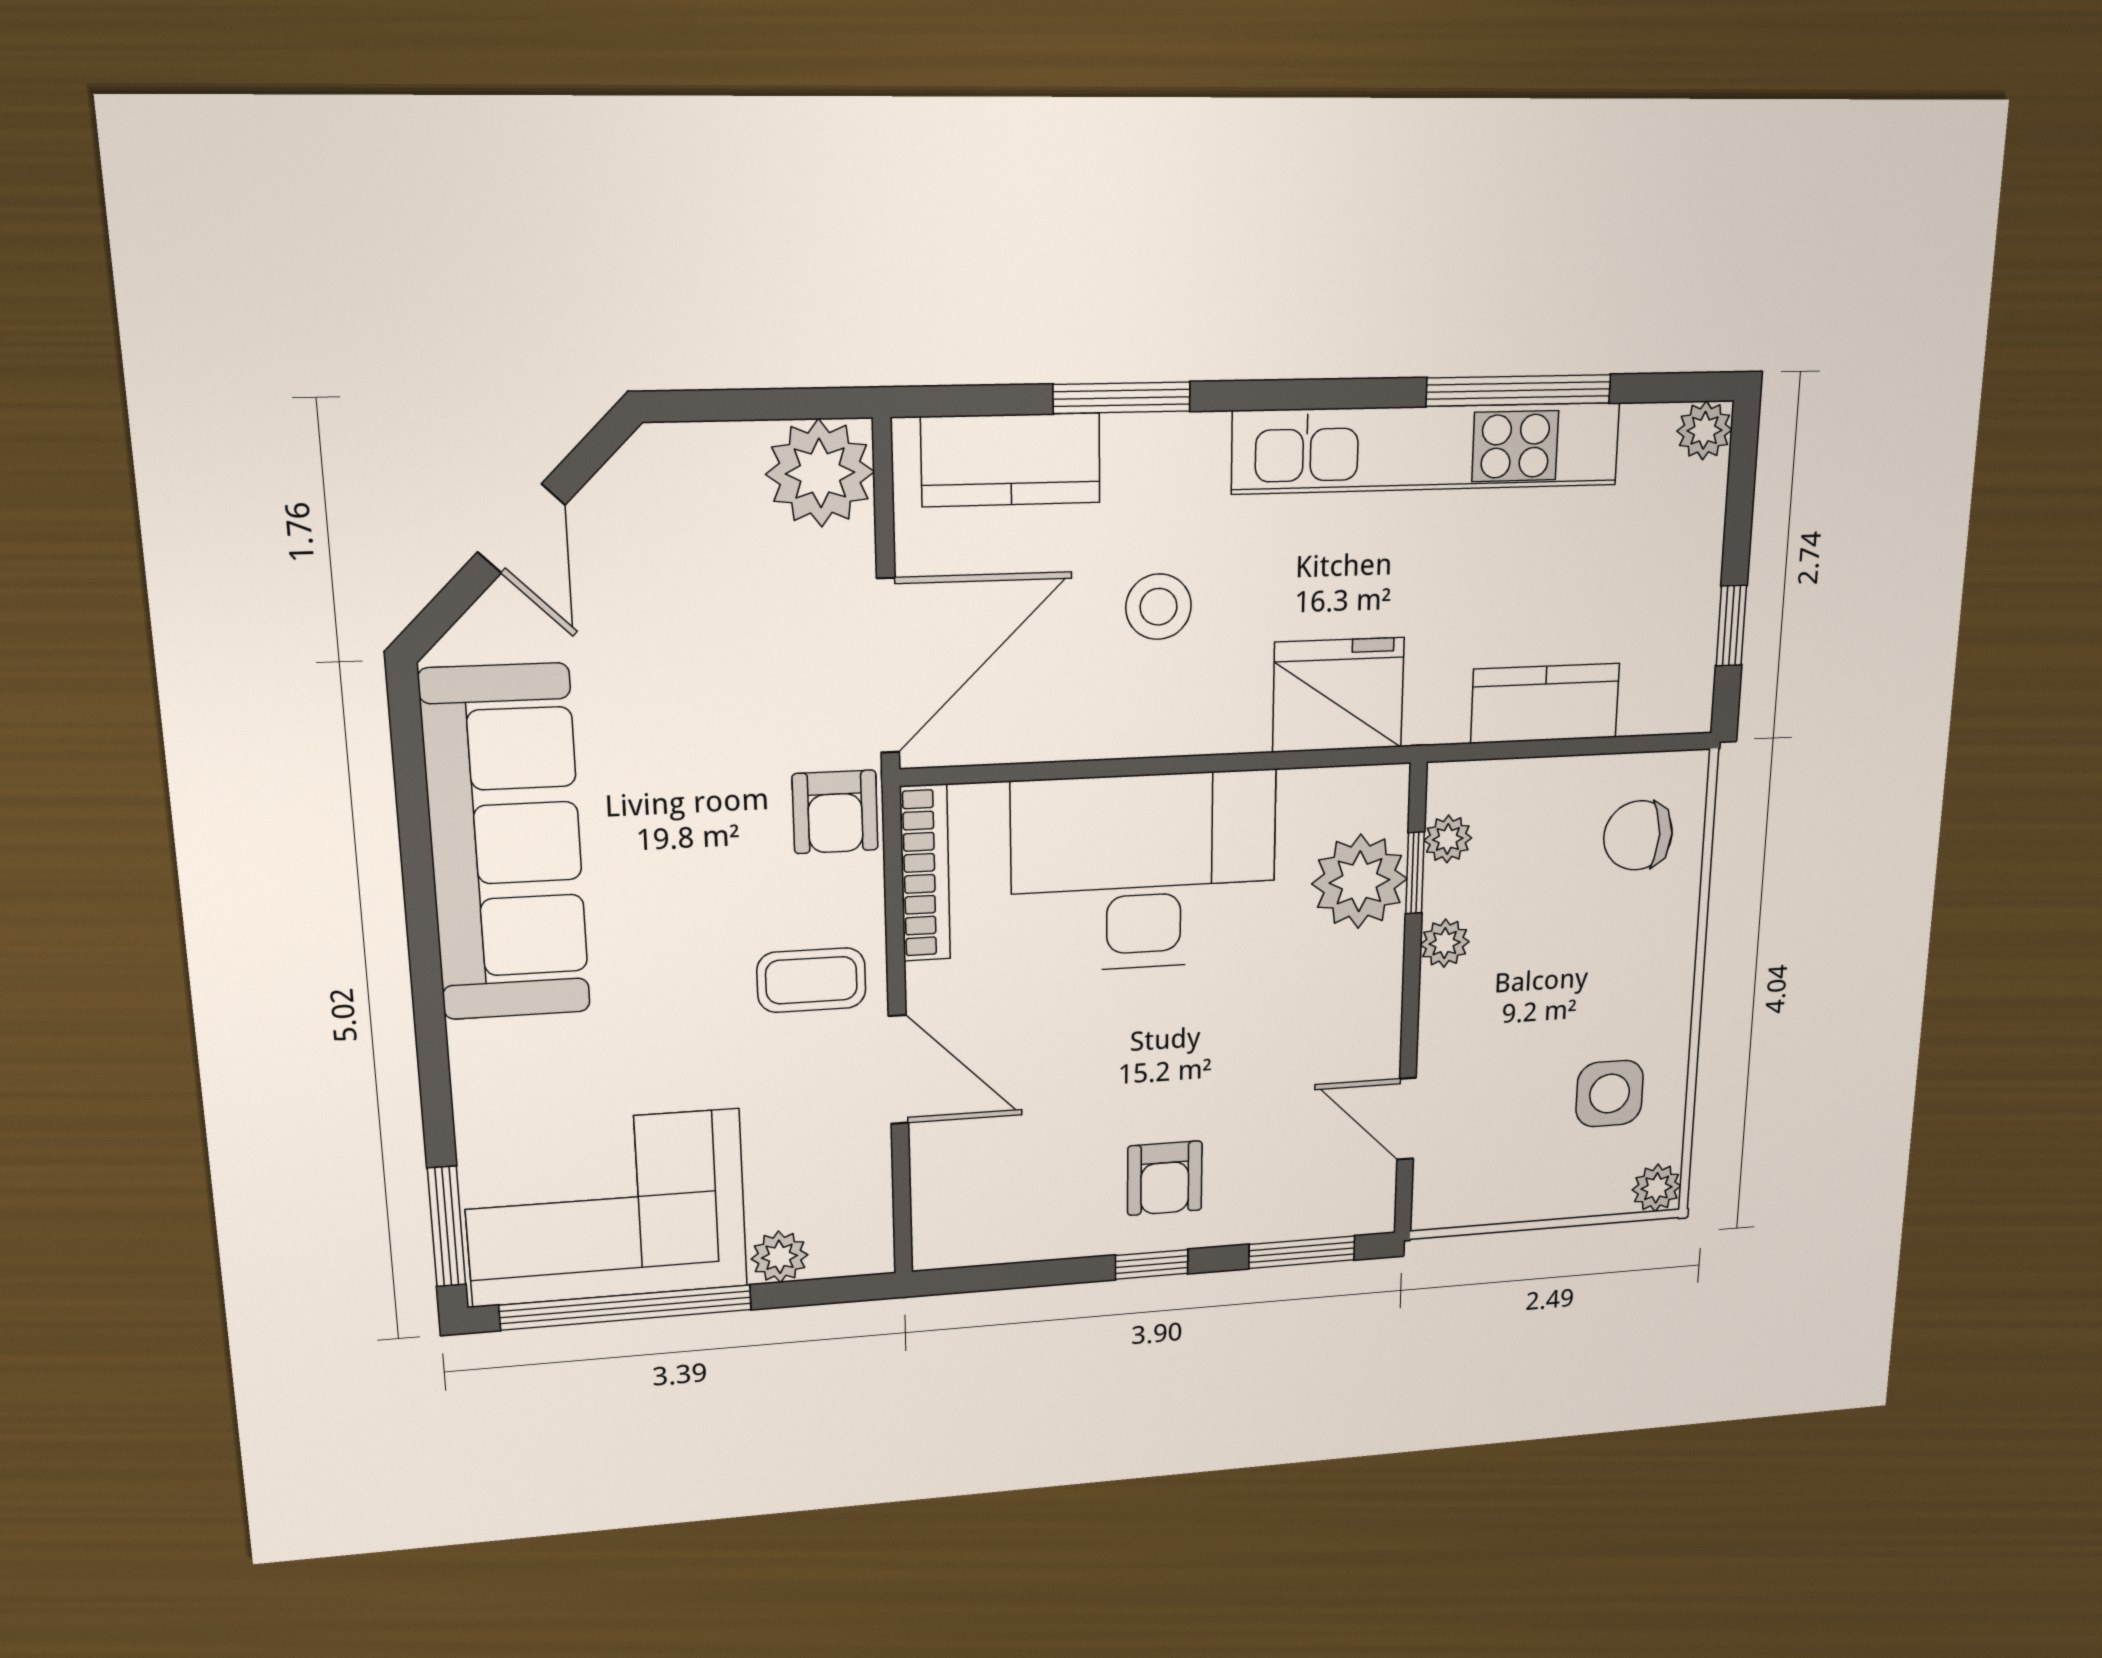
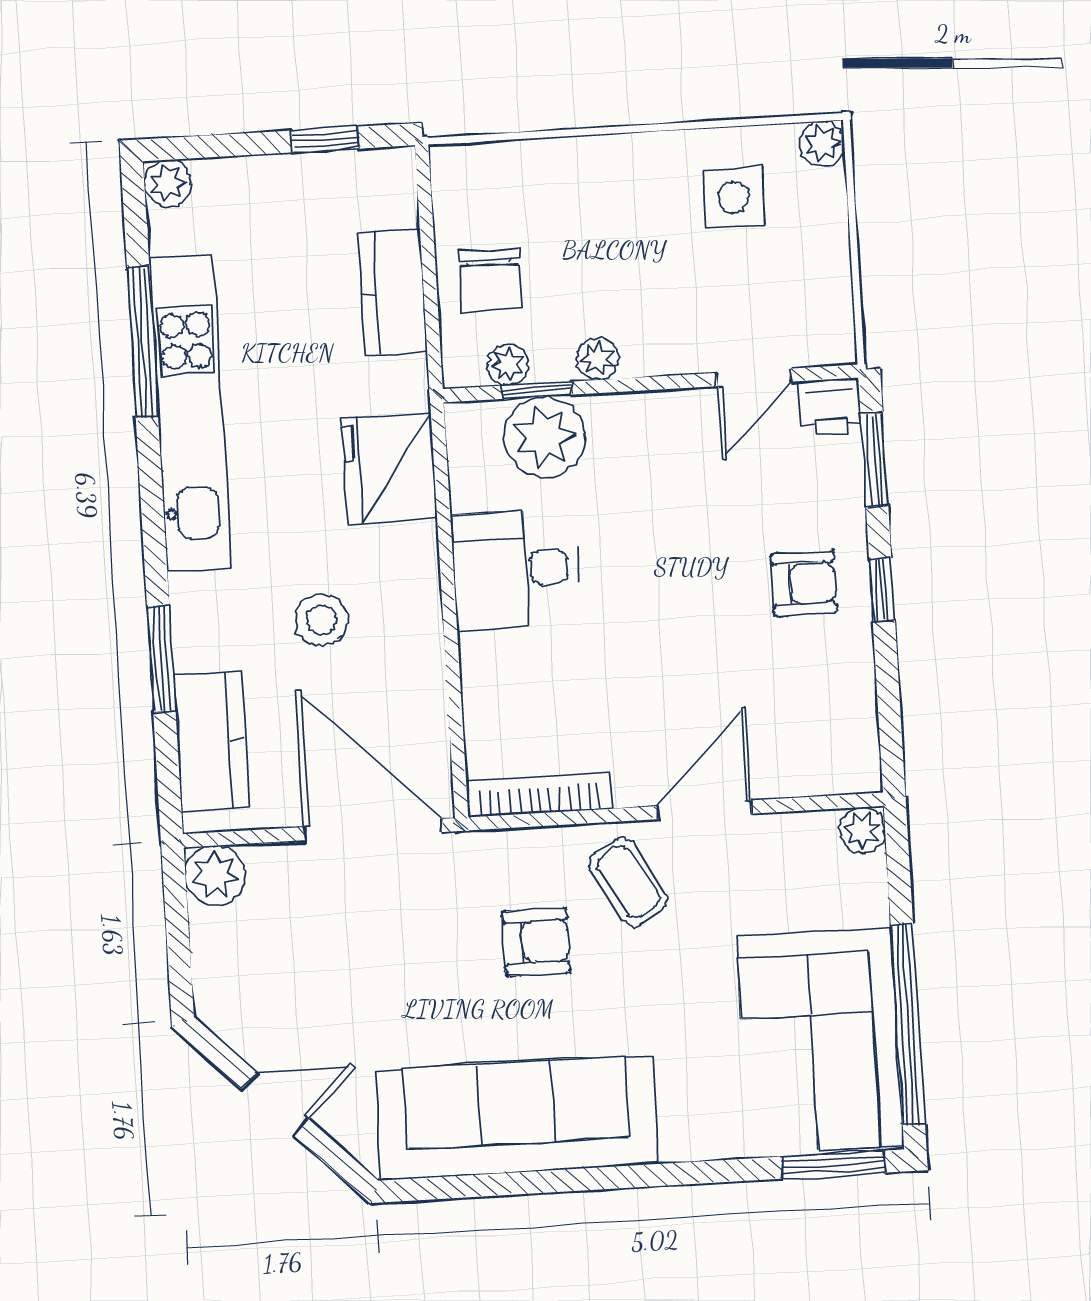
plant: (820, 473) -> (215, 875), width x0.73, depth x0.73
armchair: (835, 812) -> (536, 942), moved
chair: (1638, 835) -> (490, 280), moved
desk: (1144, 872) -> (516, 569), width x0.53, depth x0.77
coffee table: (811, 980) -> (628, 882), turned -30
printer: (1365, 1203) -> (830, 407), added
plant: (780, 1257) -> (862, 830), moved

